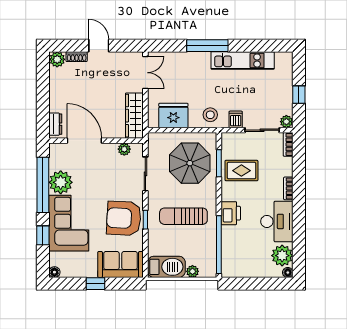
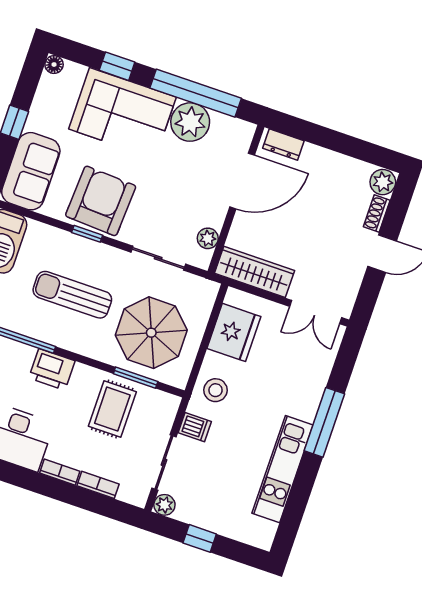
bookcase: (288, 144) -> (98, 485), moved
sun lounger: (183, 216) -> (72, 295), turned -90

